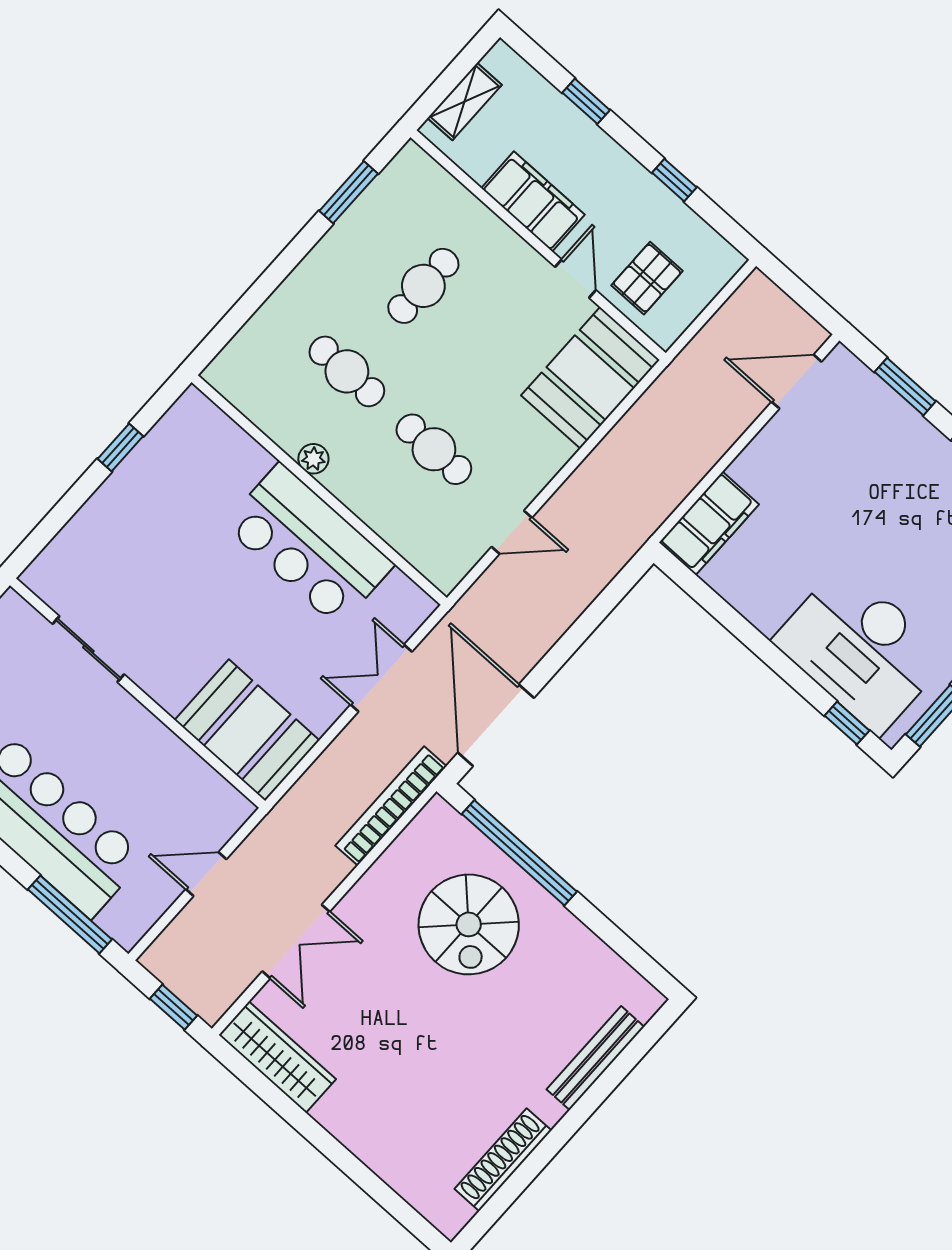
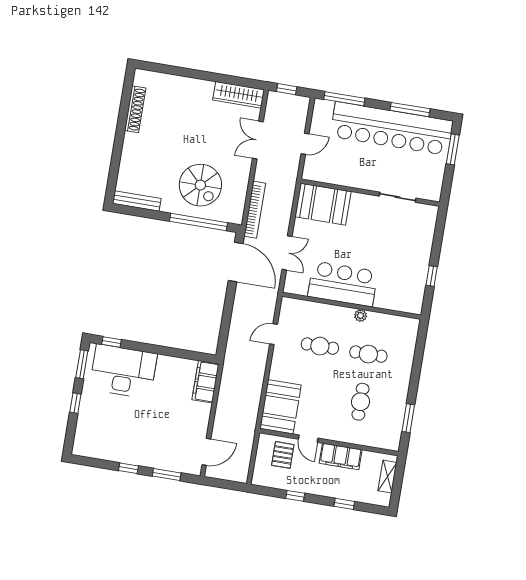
spiral stairs: (469, 924) -> (200, 185), turned 180
bench: (595, 1058) -> (137, 201), moved, turned 90

